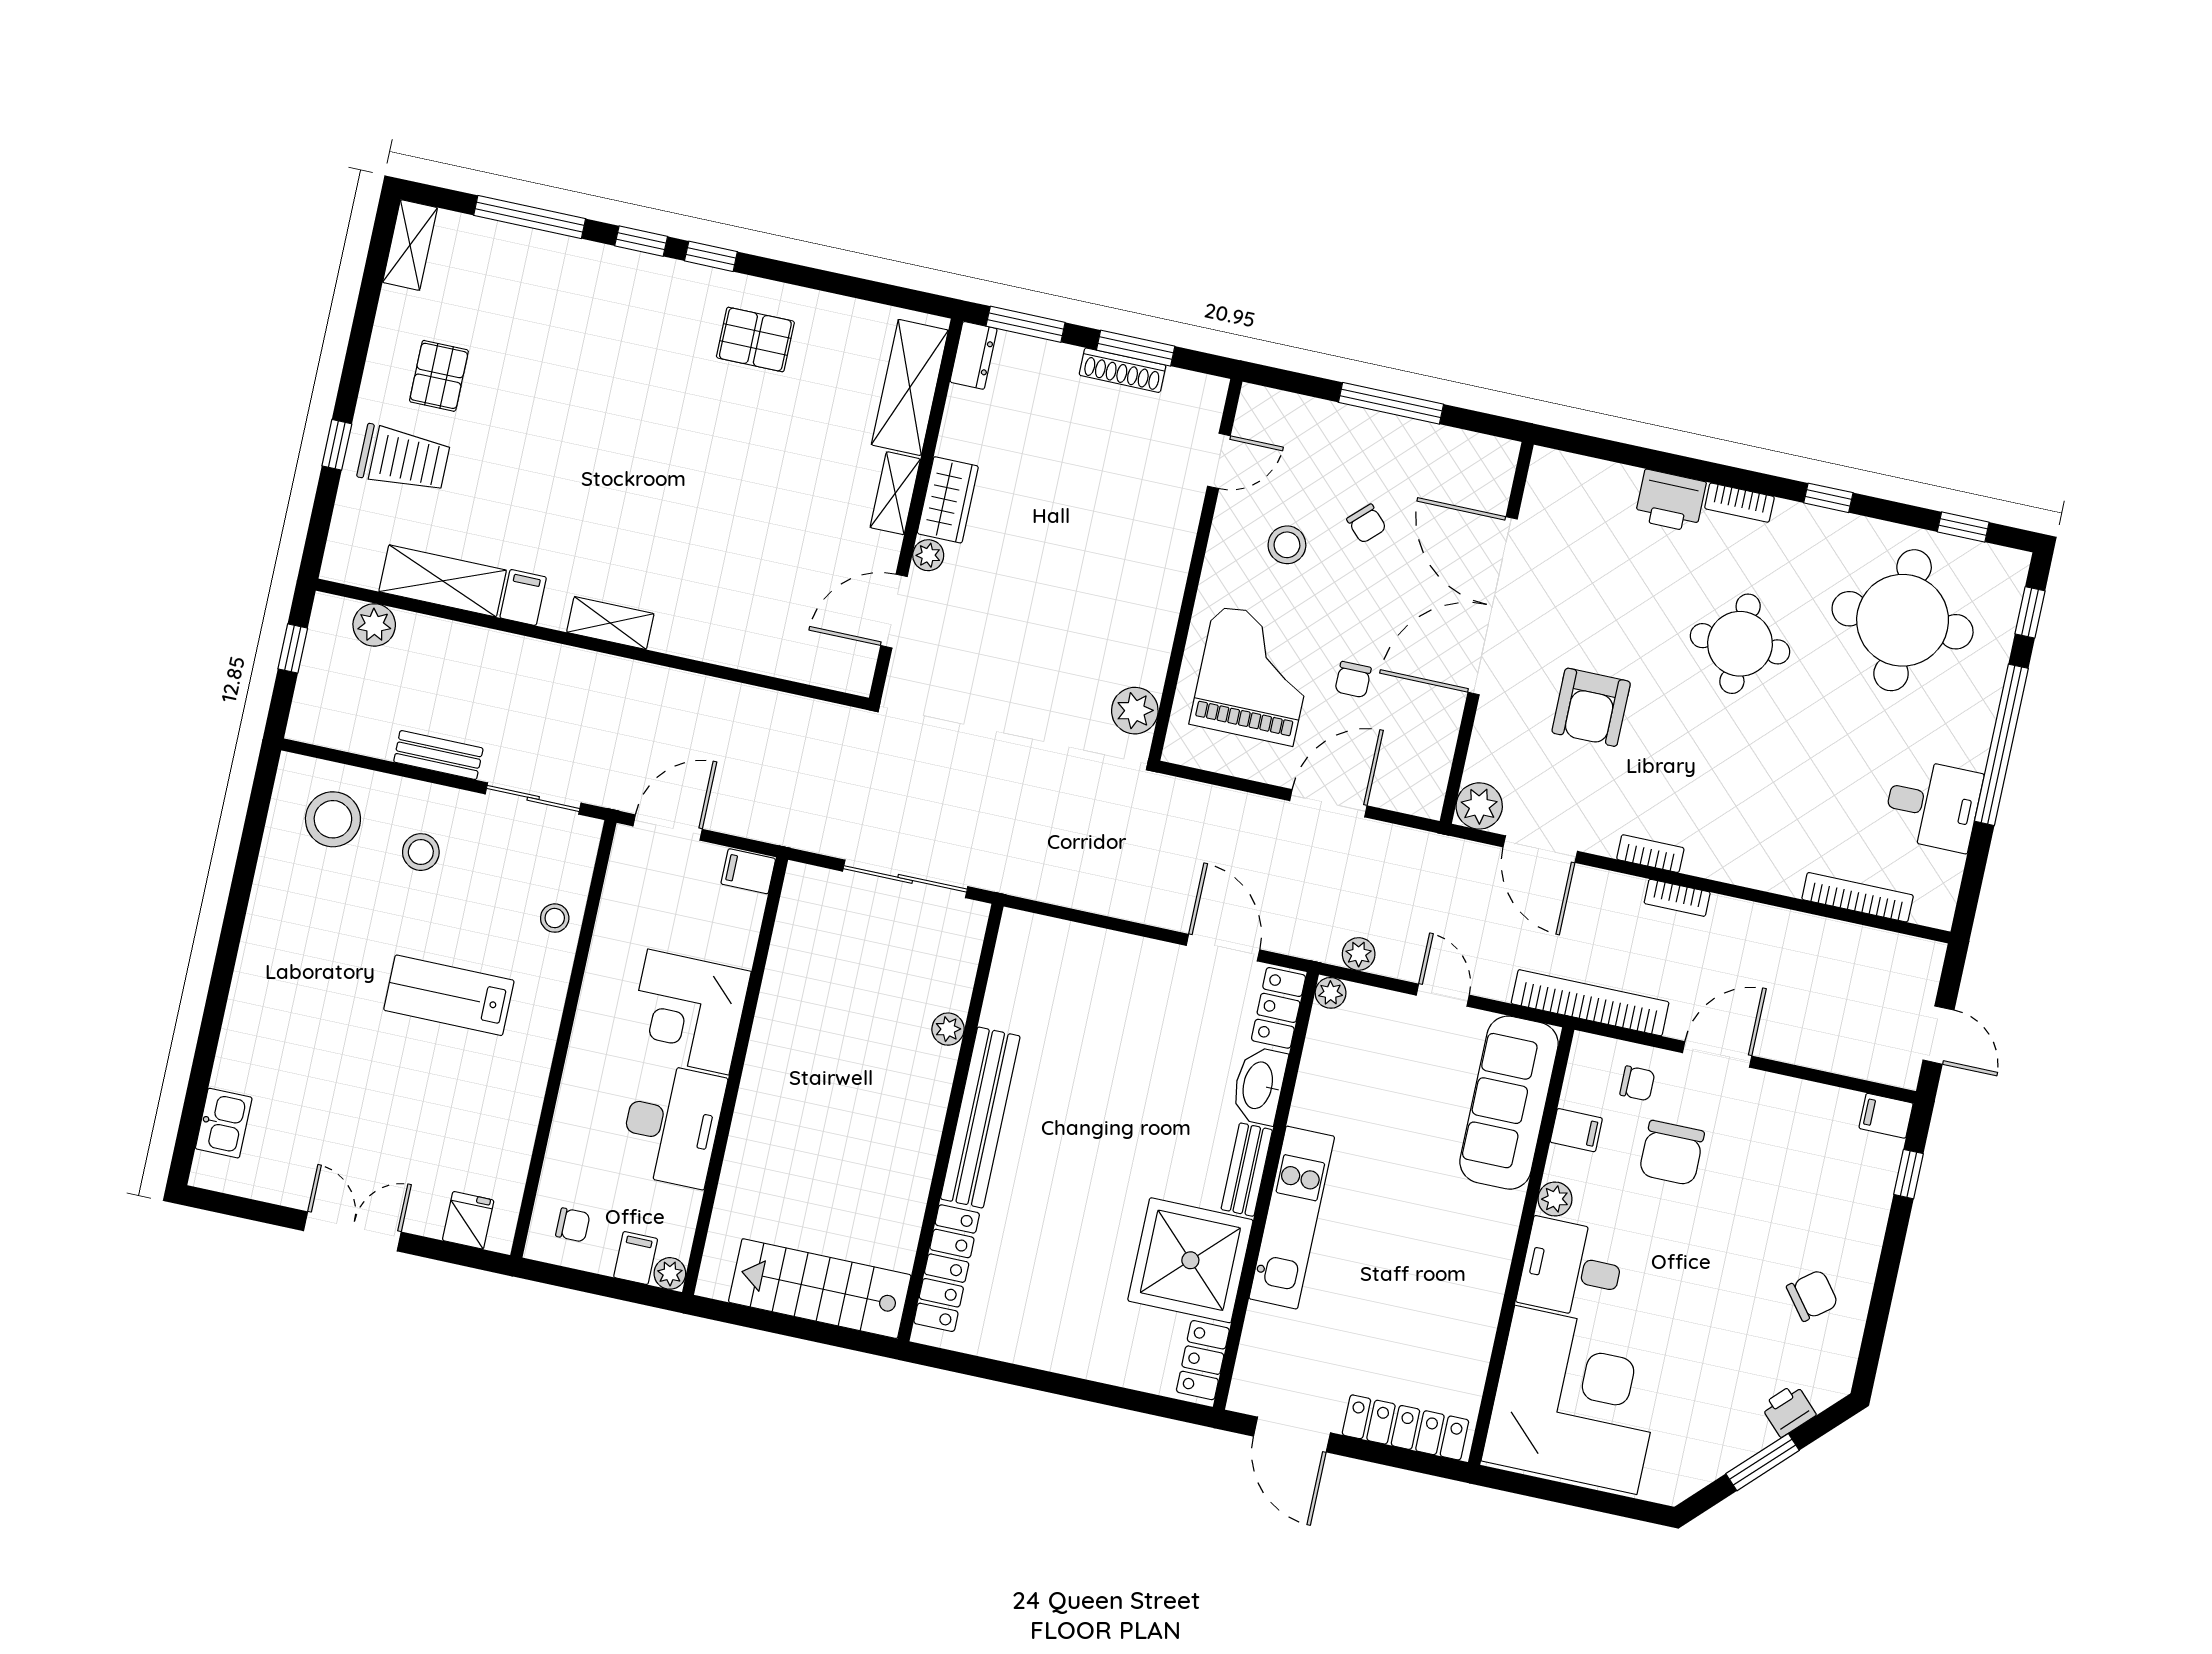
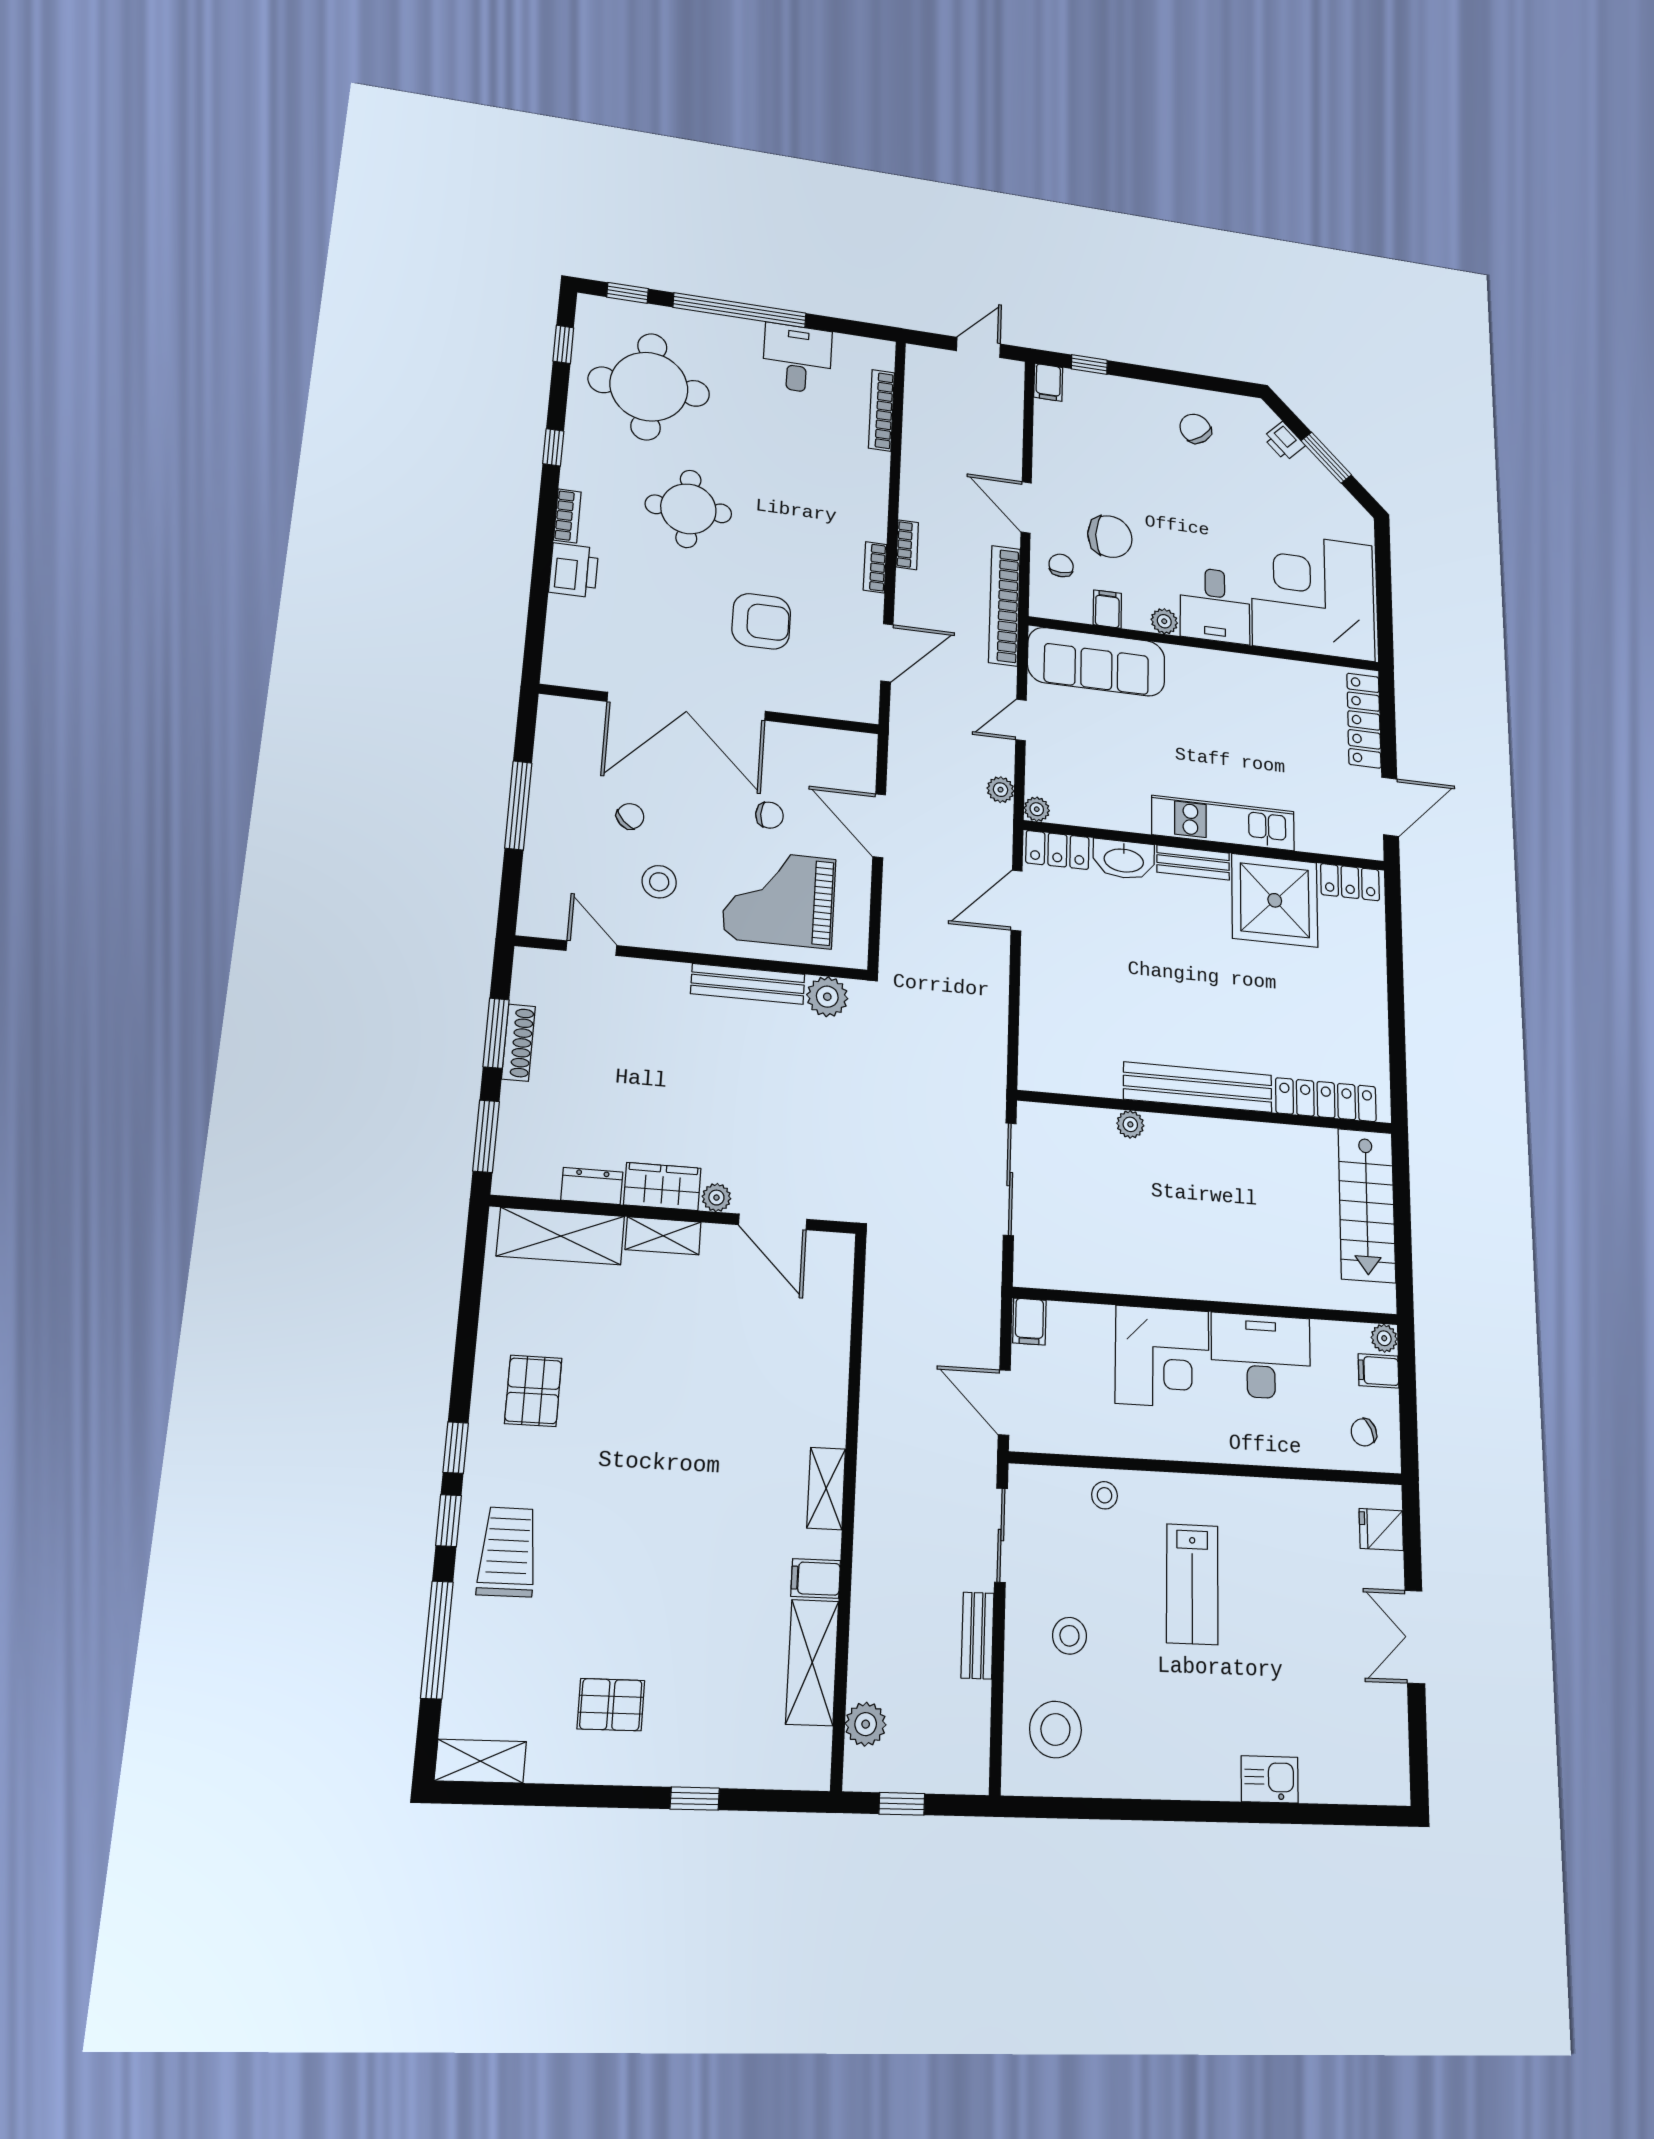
dresser: (974, 355) -> (592, 1186), moved
trolley: (404, 459) -> (508, 1552), moved
bench: (1159, 625) -> (748, 984), added
plant: (1479, 806) -> (860, 704), removed
kitchen sink: (224, 1123) -> (1270, 1779), moved
chair: (573, 1225) -> (1364, 1432), turned -115

